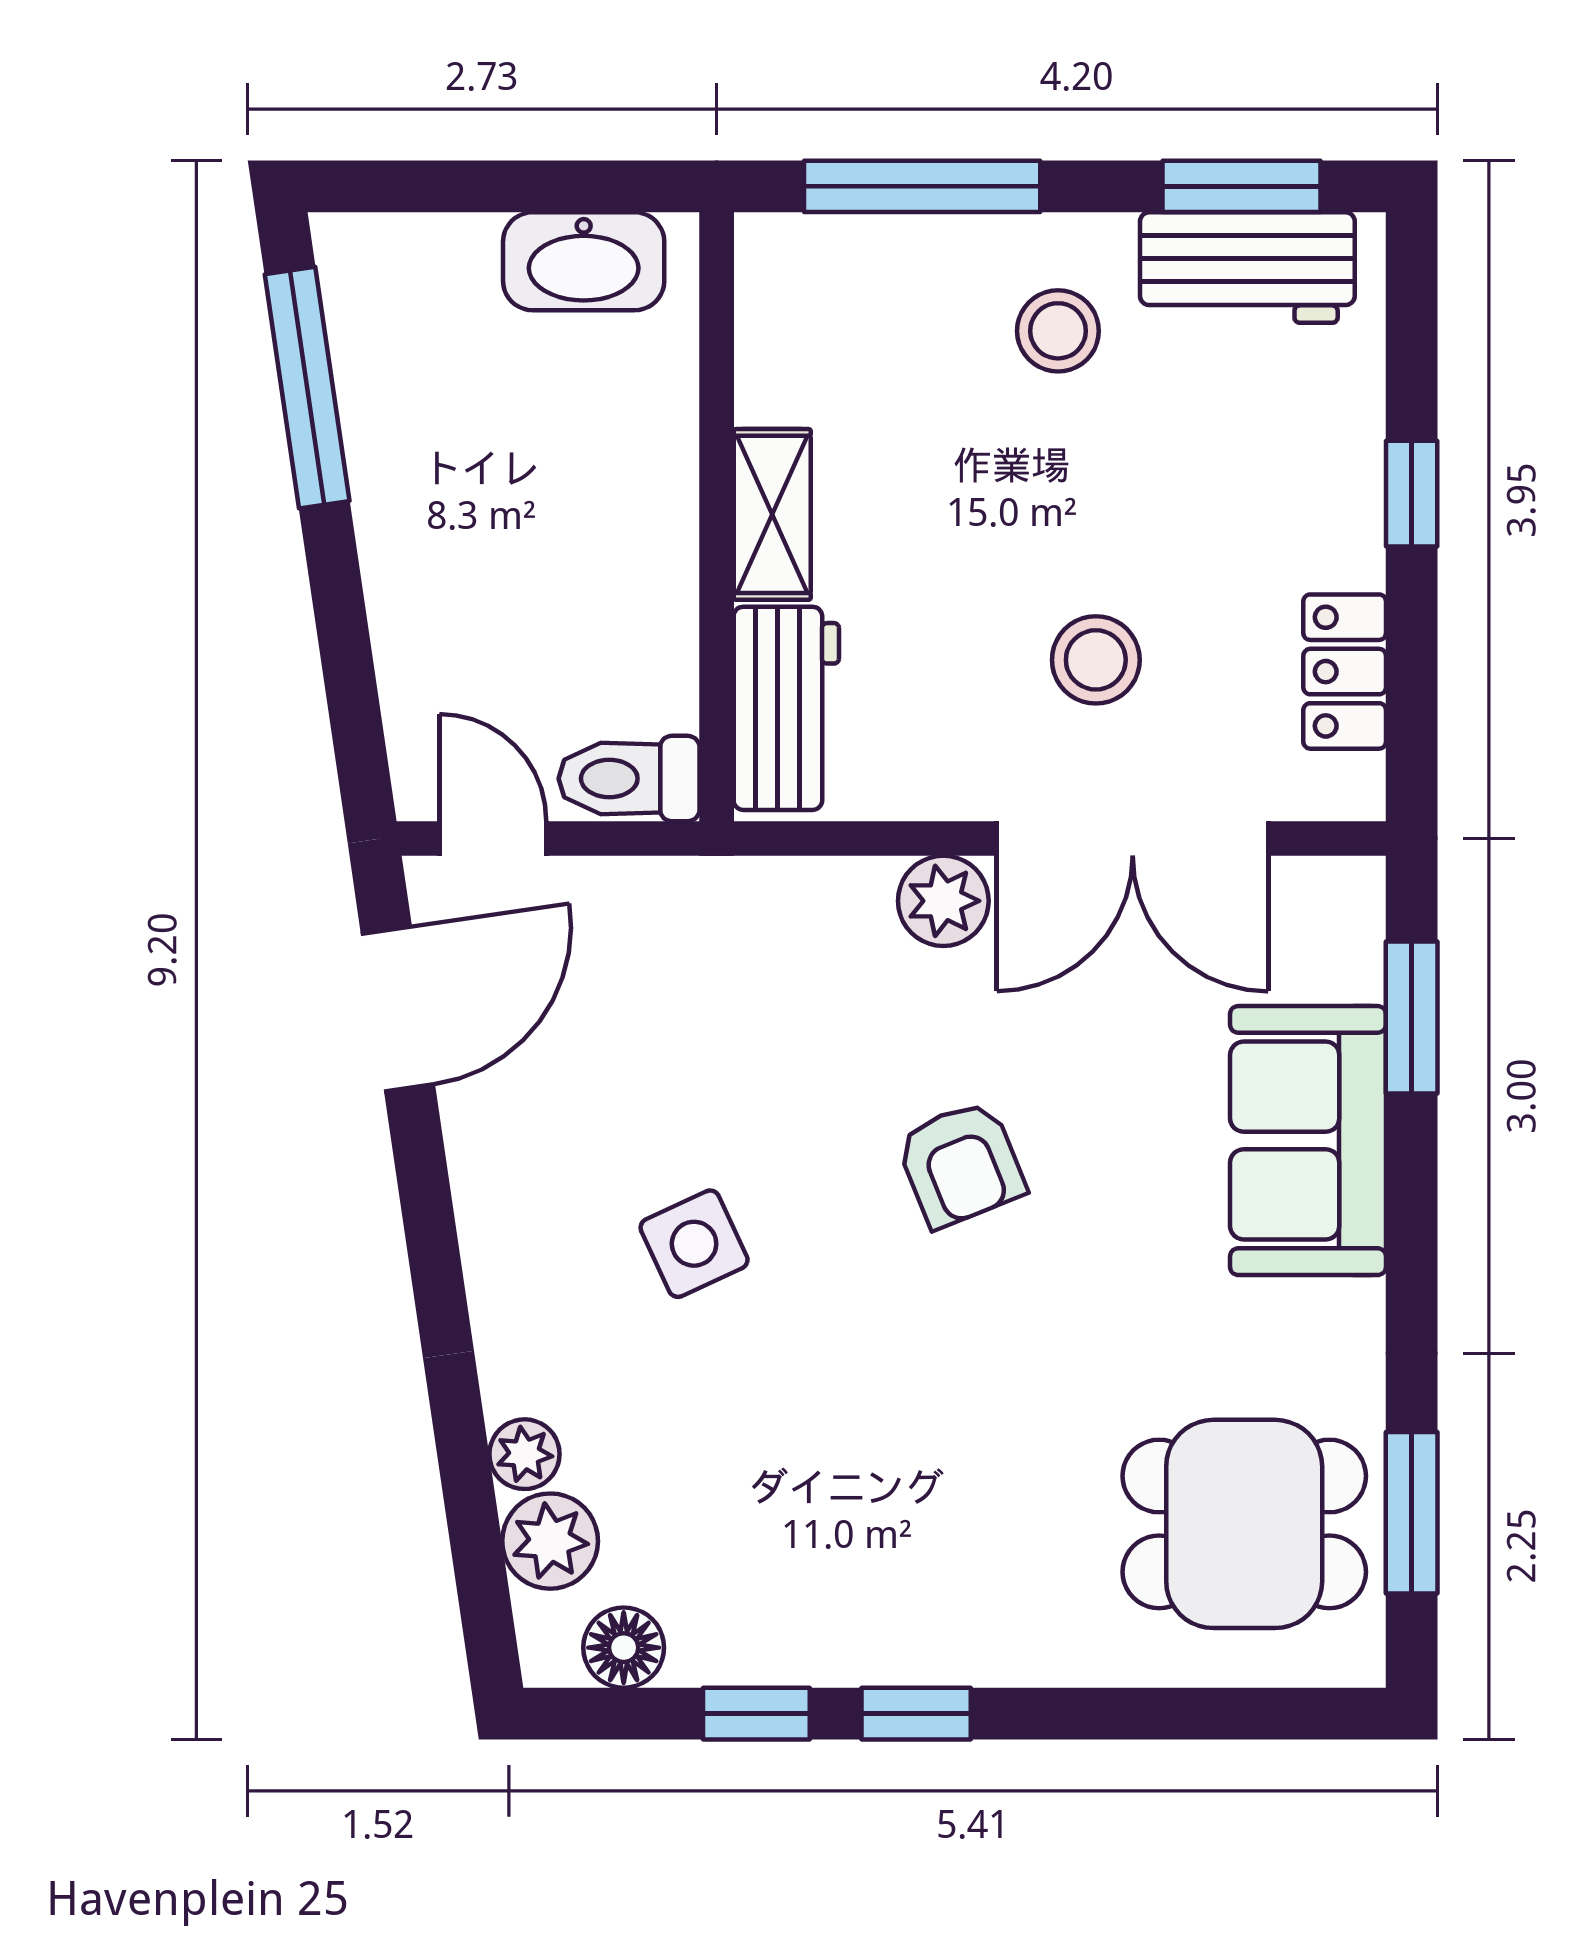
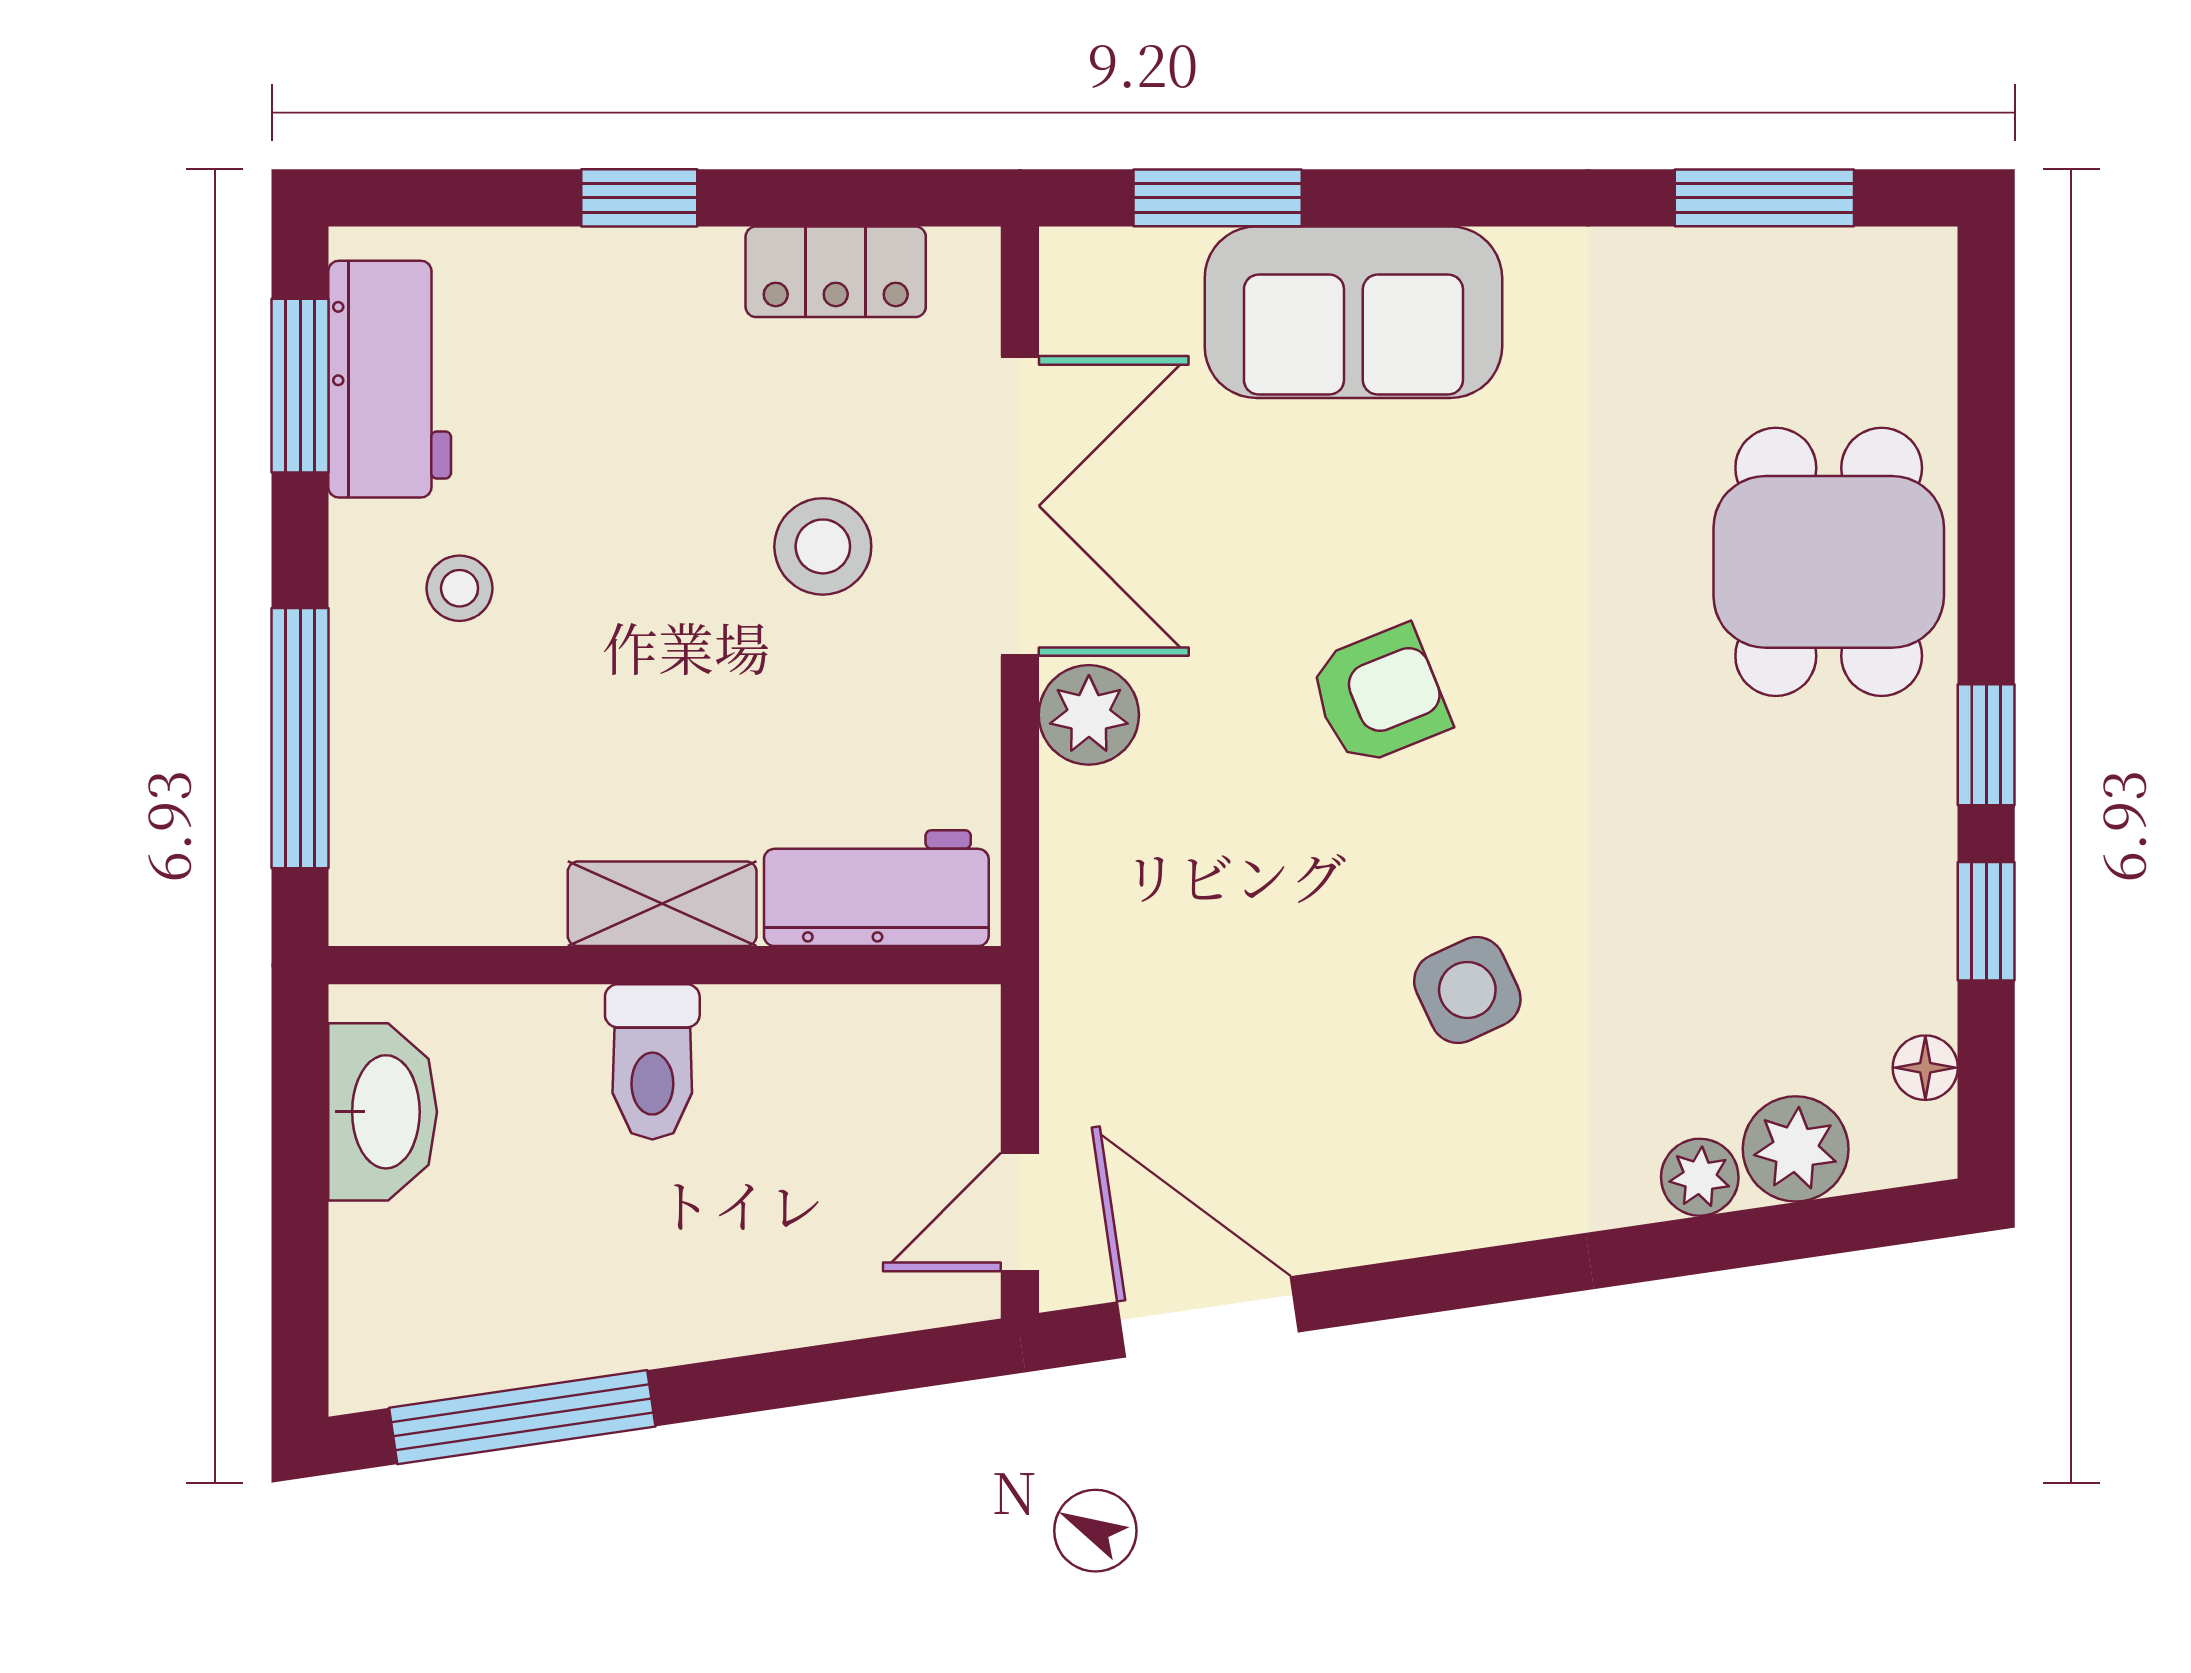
stool: (1058, 331) -> (460, 588), width x0.73, depth x0.73
toilet: (629, 779) -> (652, 1062), moved
dining table: (1244, 1524) -> (1829, 562), moved
floor lamp: (624, 1648) -> (1925, 1068), width x0.73, depth x0.73

